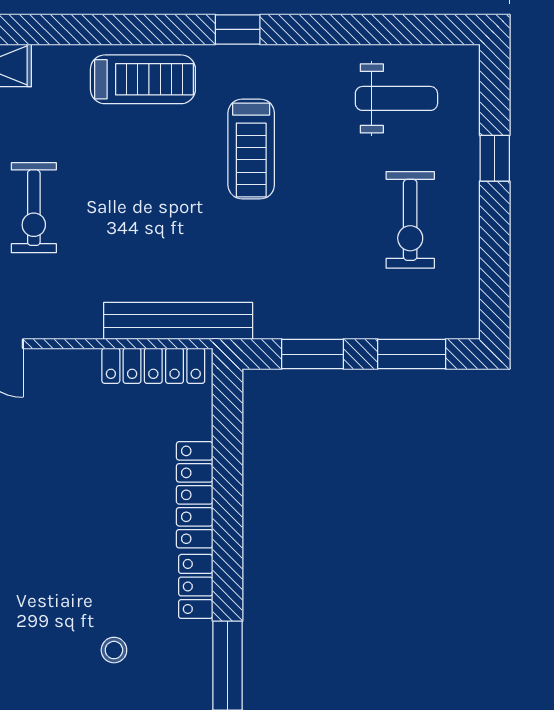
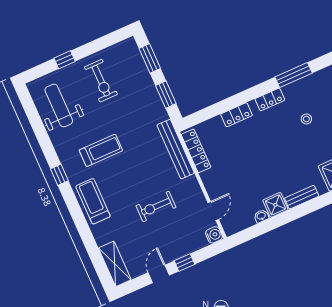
weight bench: (396, 98) -> (59, 105), width x1.36, depth x1.33
exercise bike: (34, 208) -> (156, 207), moved, turned 180
exercise bike: (410, 220) -> (101, 81), turned 90
locker: (195, 495) -> (237, 115), width x0.66

